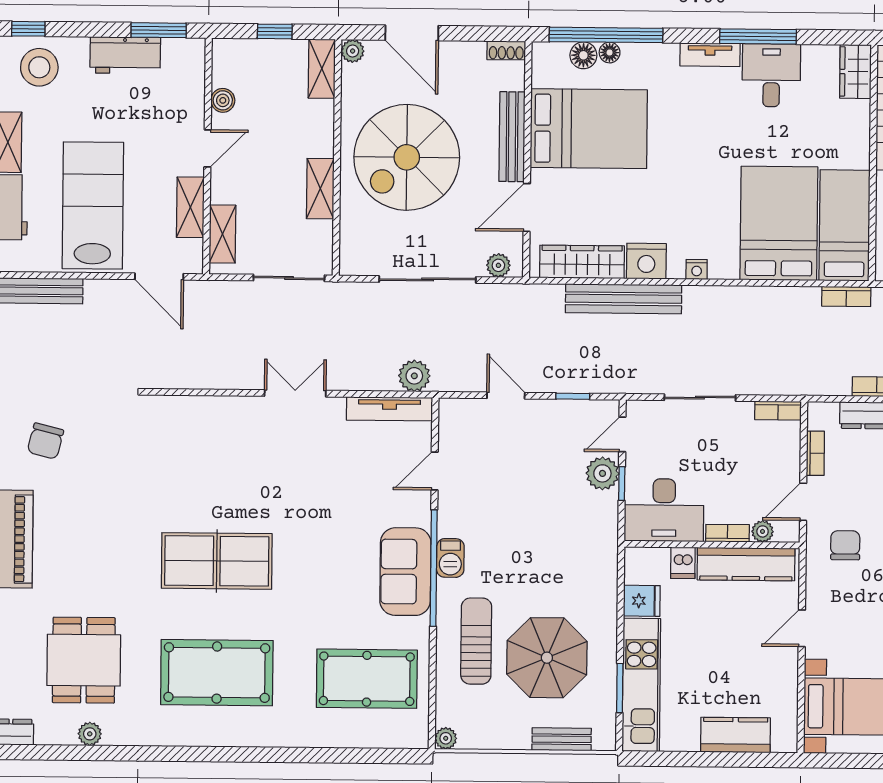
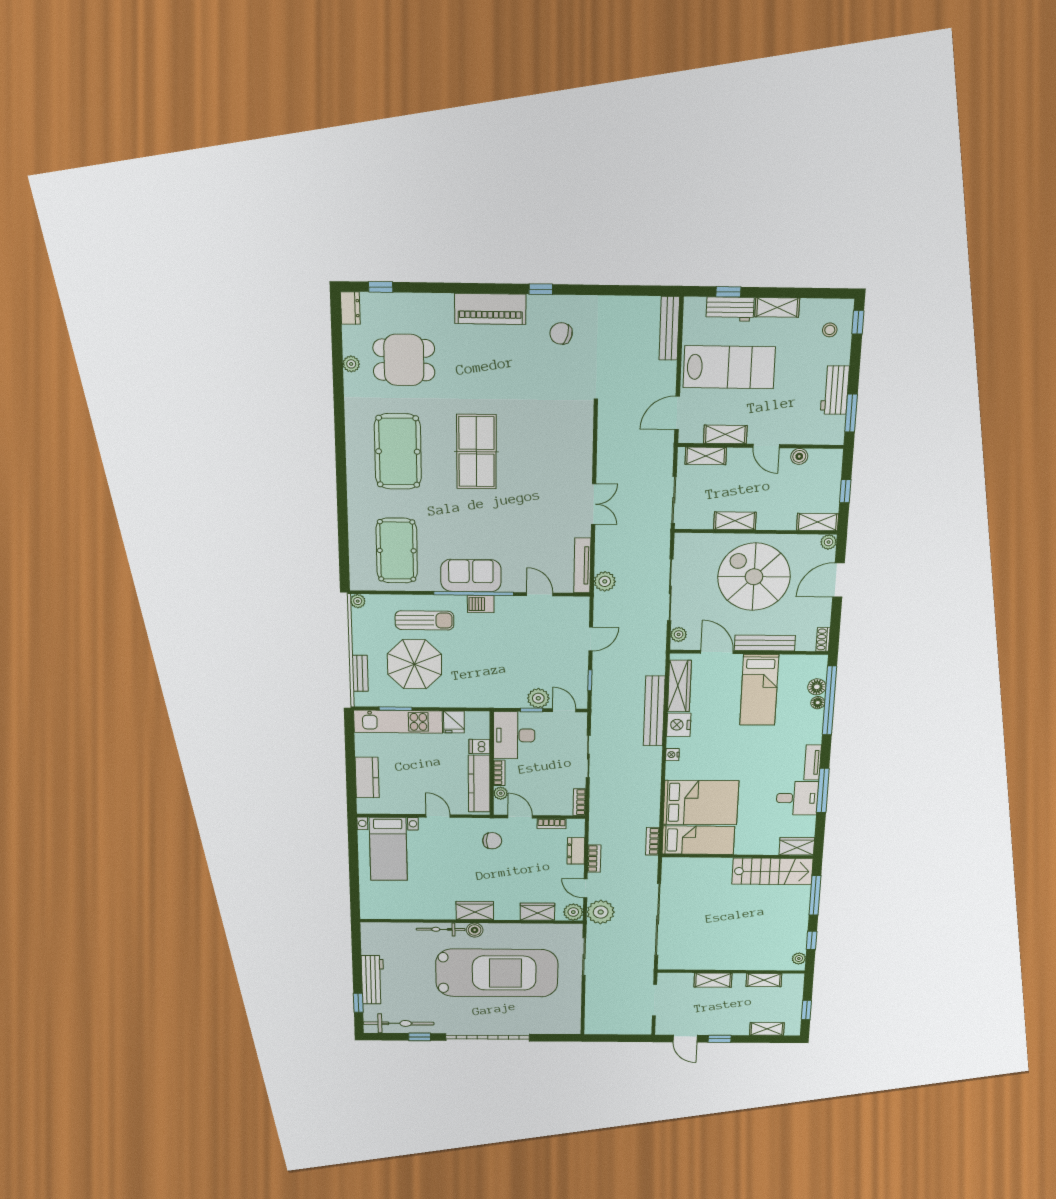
stool: (39, 67) -> (830, 330), width x0.53, depth x0.53
bed: (589, 129) -> (759, 690), width x0.67

